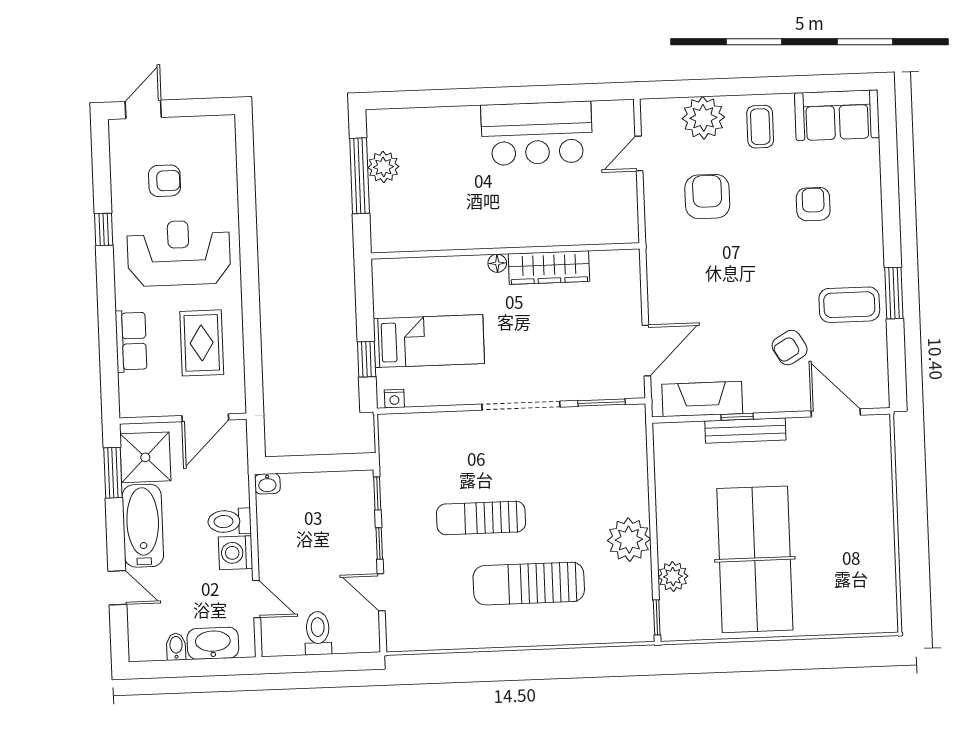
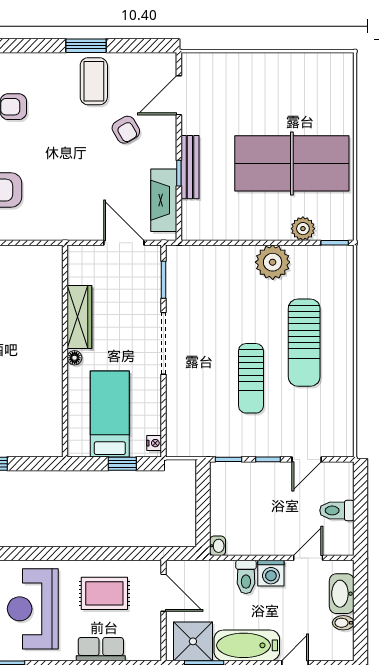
wall: (505, 251) -> (65, 351), moved
floor lamp: (497, 263) -> (75, 358), moved
wardrobe: (549, 268) -> (79, 317), moved

